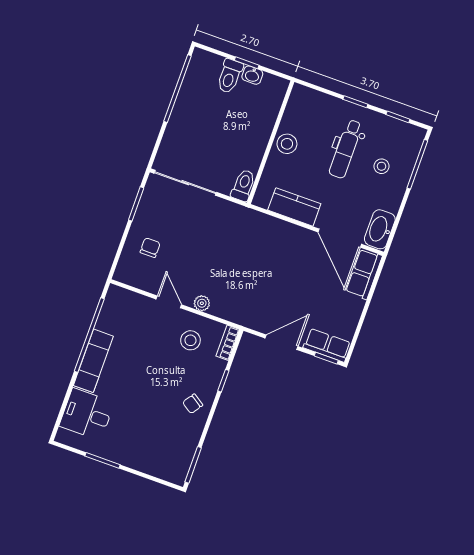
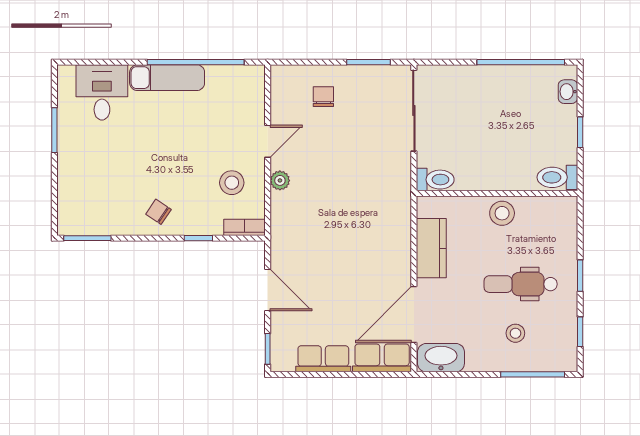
washbasin: (252, 75) -> (568, 92), moved
toilet: (230, 76) -> (557, 177), moved
chair: (150, 248) -> (323, 97), turned -90
row of seats: (327, 345) -> (323, 359), moved, turned -90

